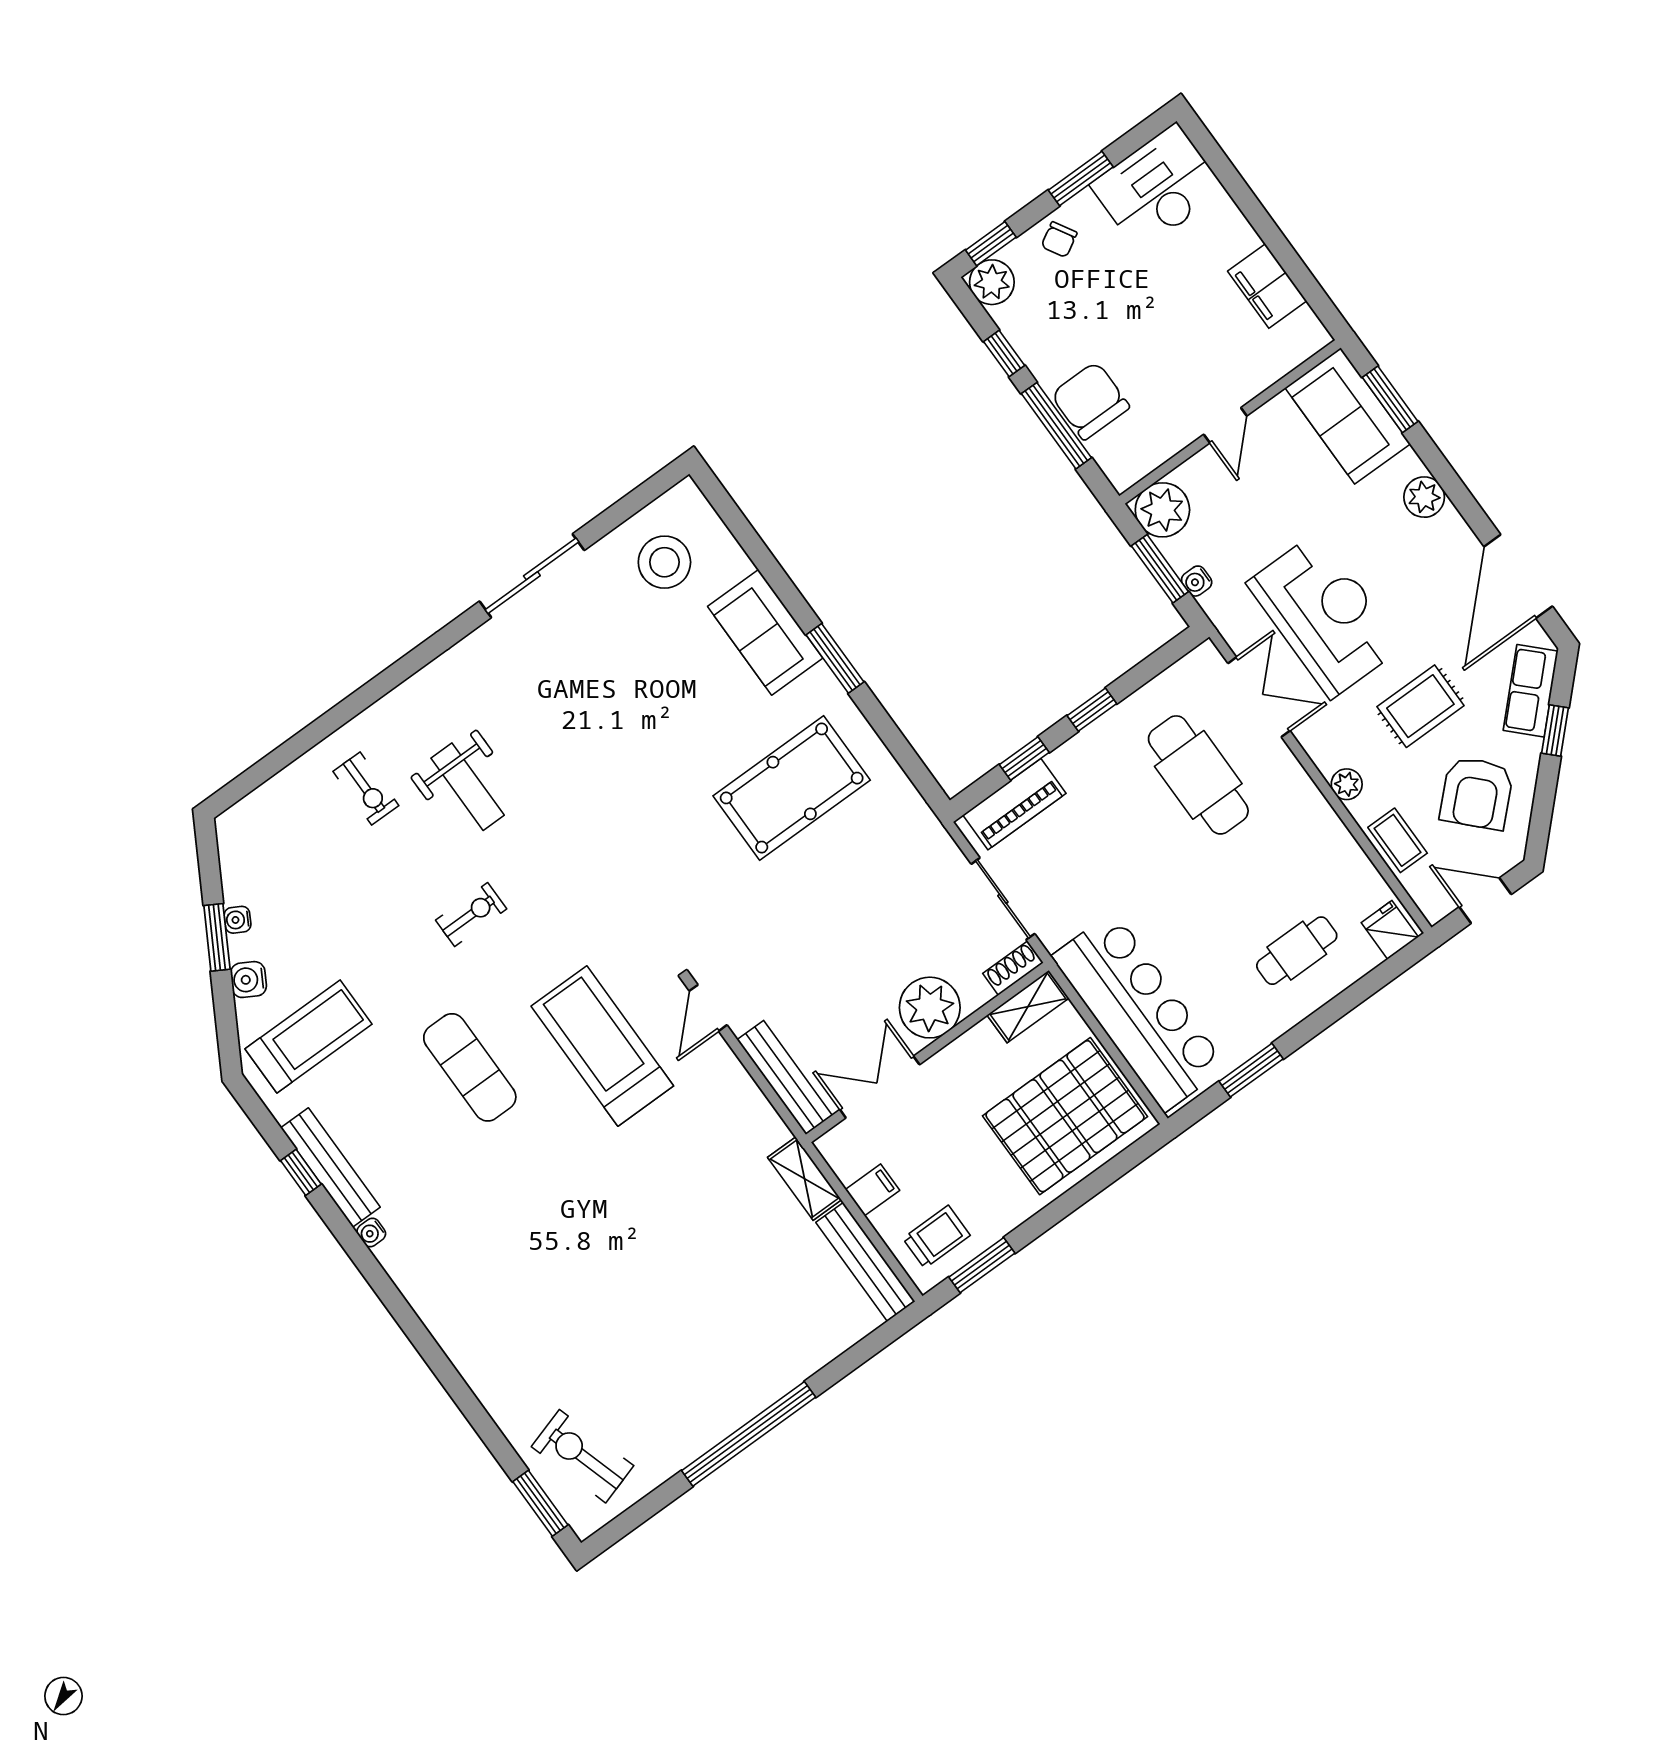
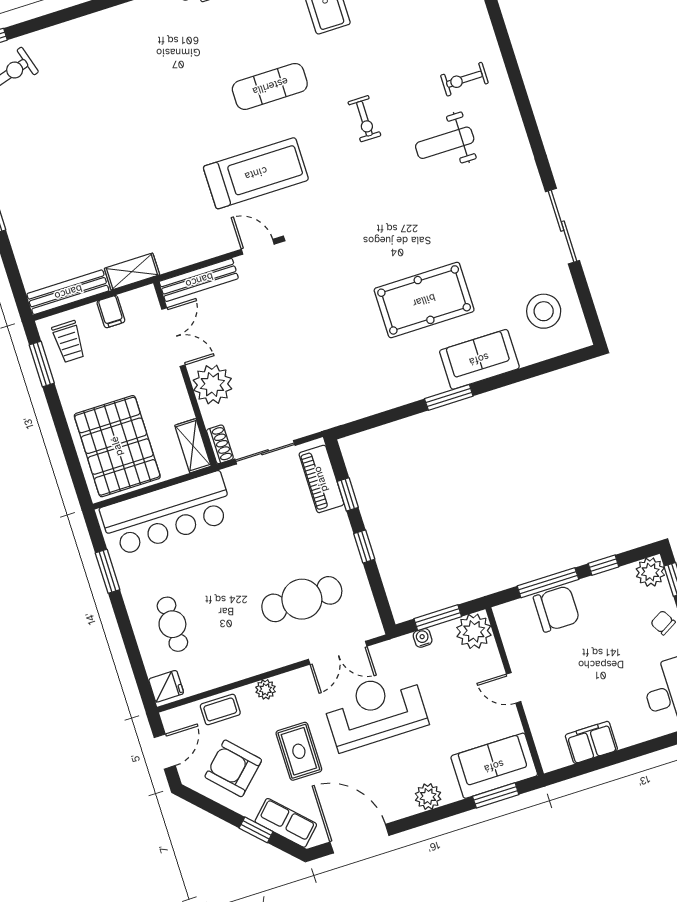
reception desk: (1325, 615) -> (375, 711), turned 180
pool table: (792, 788) -> (424, 300), moved, turned 90

